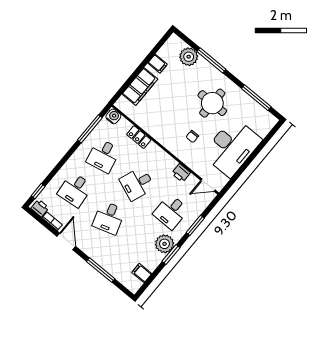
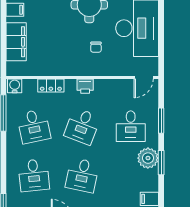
printer: (181, 173) -> (85, 86), moved
desk: (109, 218) -> (82, 175), turned 30

